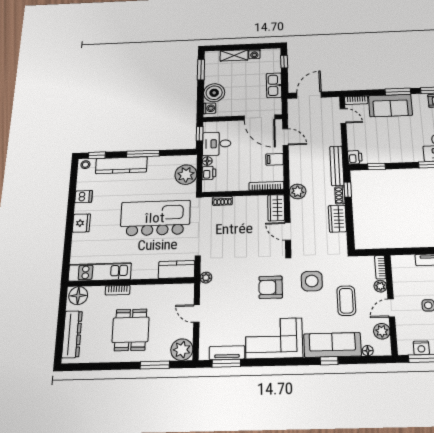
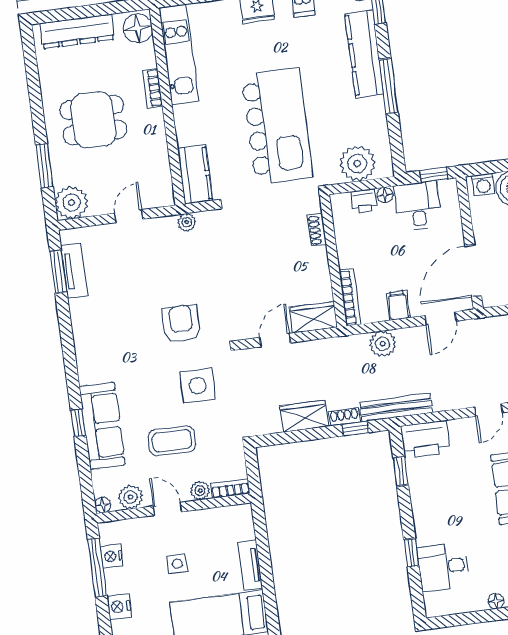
printer: (355, 157) -> (425, 439), width x1.87, depth x1.48
plant: (298, 191) -> (383, 344), moved
corner sofa: (274, 338) -> (103, 338), removed
floor lamp: (368, 351) -> (103, 505), moved

